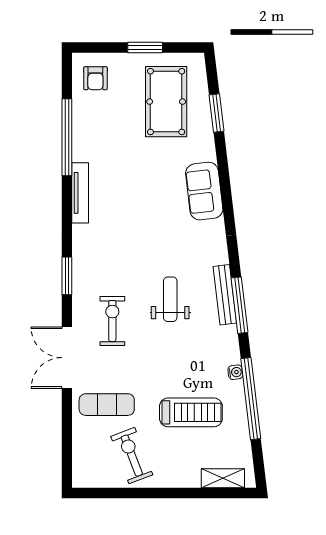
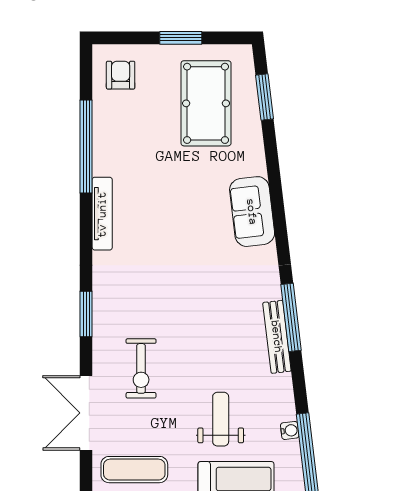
armchair: (95, 78) -> (121, 75), turned 180
window: (216, 113) -> (265, 97), moved
weight bench: (170, 299) -> (221, 419), moved
window: (240, 305) -> (291, 317), moved
exercise bike: (112, 321) -> (141, 368), turned 180

